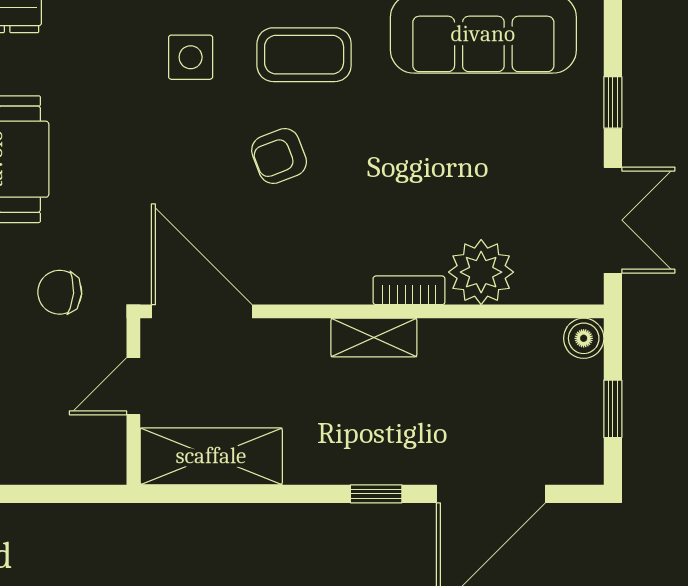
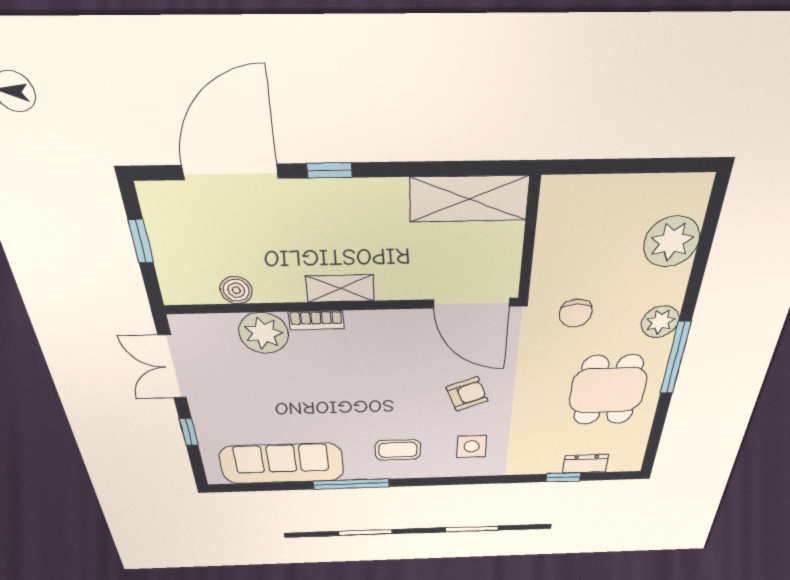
coffee table: (304, 55) -> (398, 450), width x0.73, depth x0.77
armchair: (279, 156) -> (467, 394), moved
chair: (60, 292) -> (576, 313), turned 86
boiler: (584, 338) -> (236, 290), moved
door: (133, 386) -> (528, 251), removed

